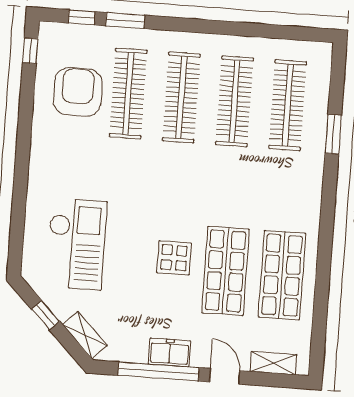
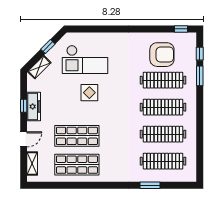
display table: (174, 258) -> (89, 93), moved
freezer: (170, 352) -> (34, 107), width x1.40
window: (158, 371) -> (24, 106), width x0.32

